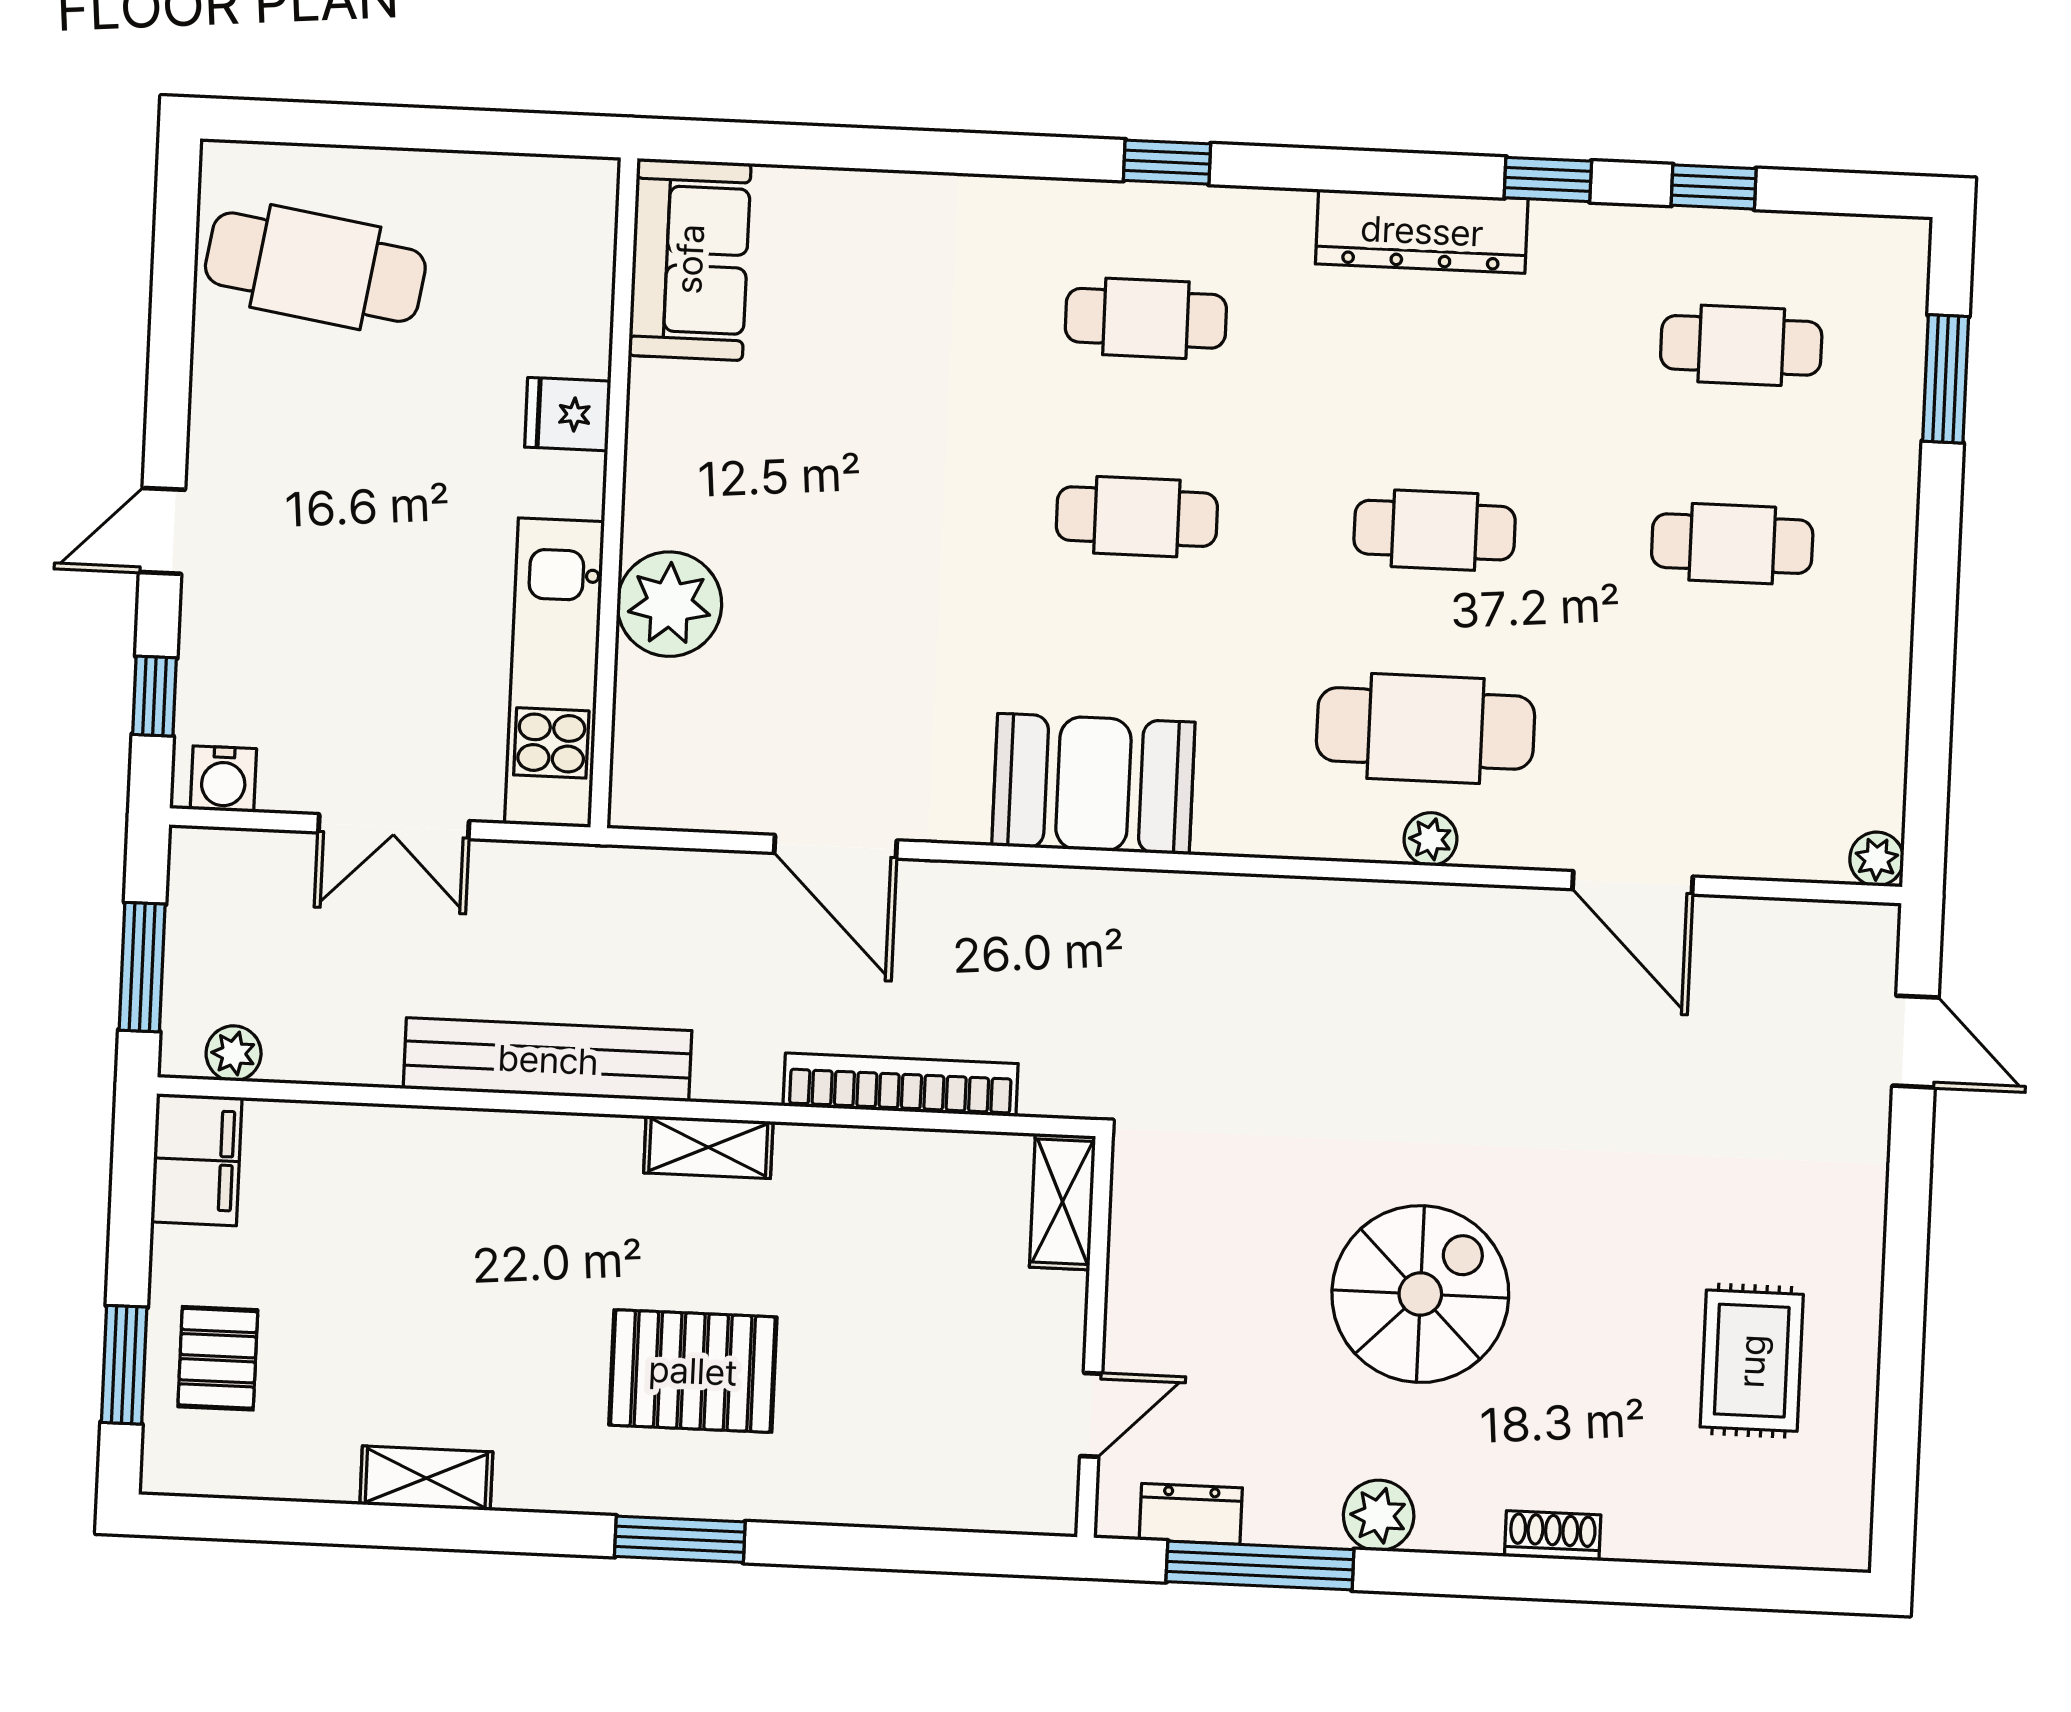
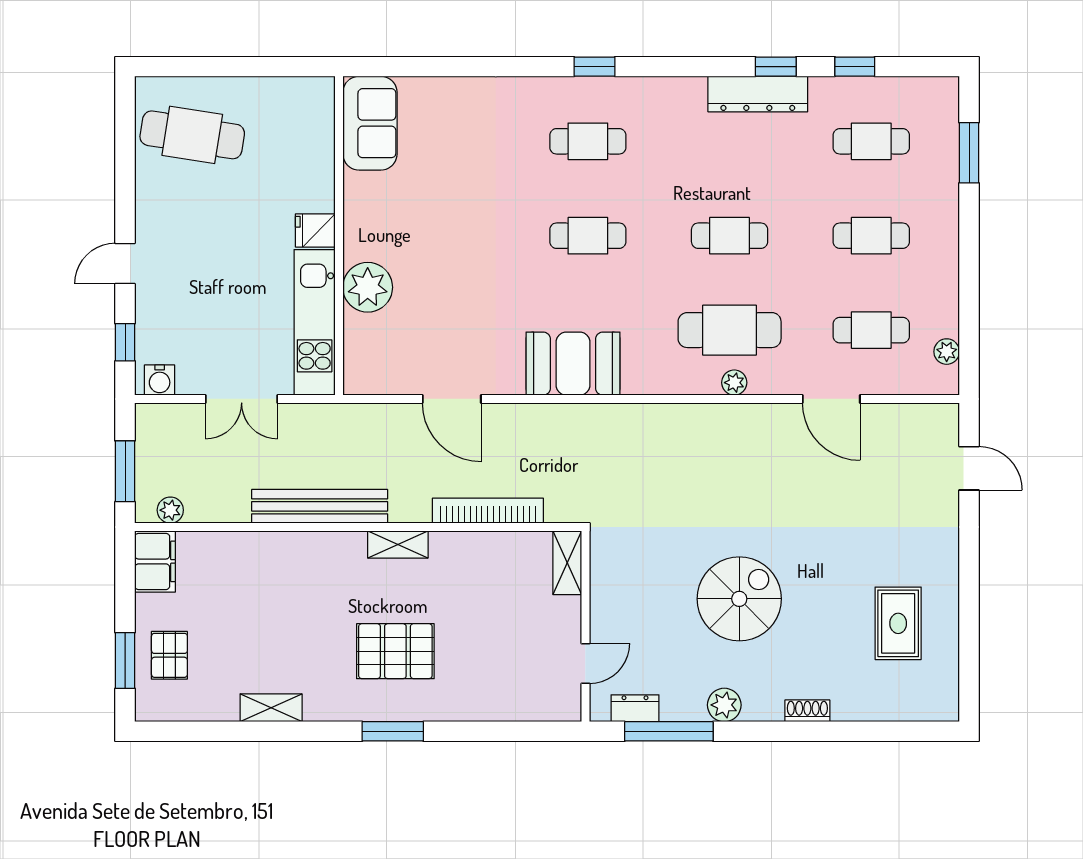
dresser: (1422, 231) -> (758, 94), moved
fridge: (568, 414) -> (315, 230), moved
cafe table: (1723, 742) -> (871, 330), added
plant: (1877, 859) -> (947, 352), moved

